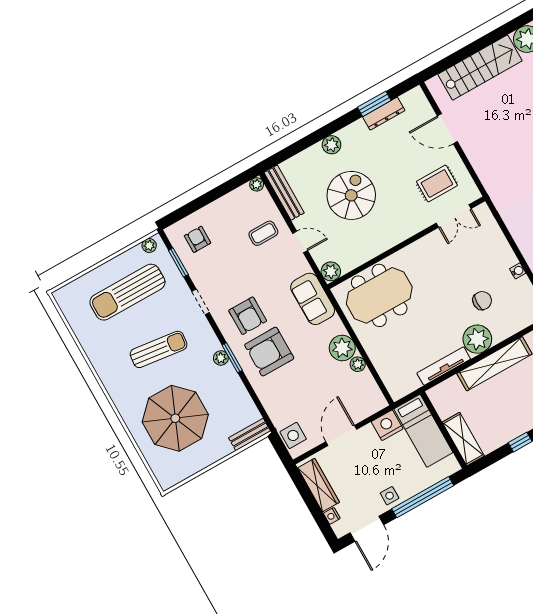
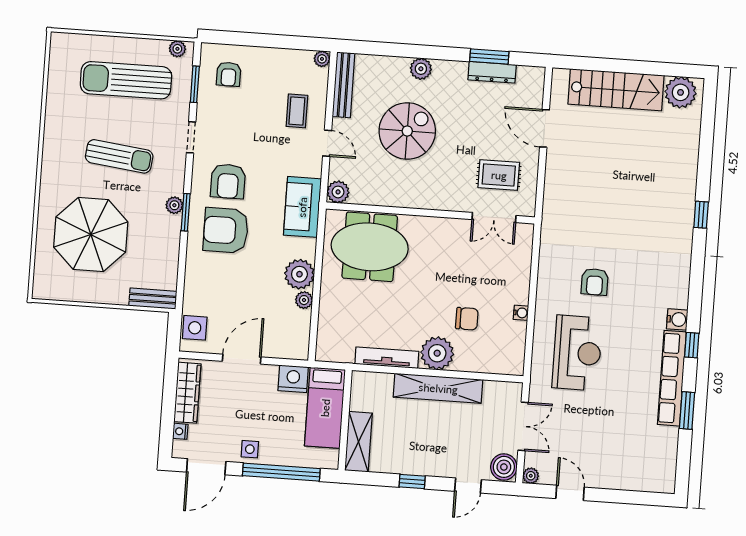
coffee table: (263, 233) -> (297, 111), turned 90
armchair: (197, 239) -> (229, 74), turned 180

